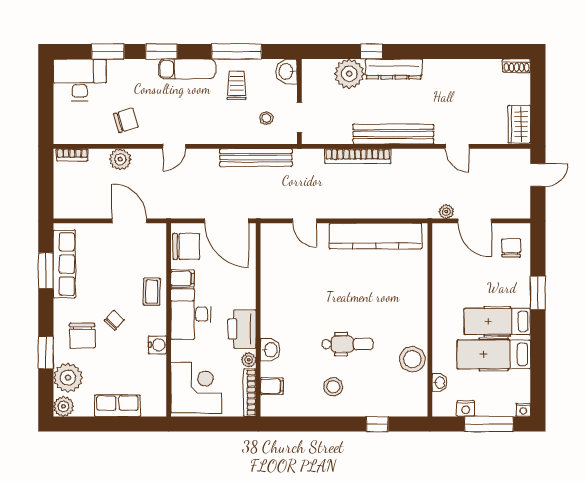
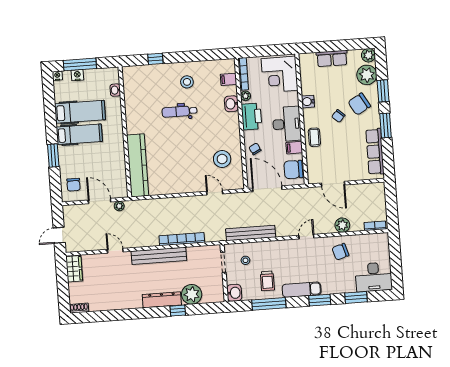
kitchen counter: (376, 236) -> (138, 165), moved, turned 90
window: (46, 271) -> (386, 125), moved
chair: (240, 281) -> (255, 149), added
chair: (82, 336) -> (359, 104), turned -120
stool: (412, 359) -> (222, 159), moved
nightstand: (466, 409) -> (77, 75), moved

